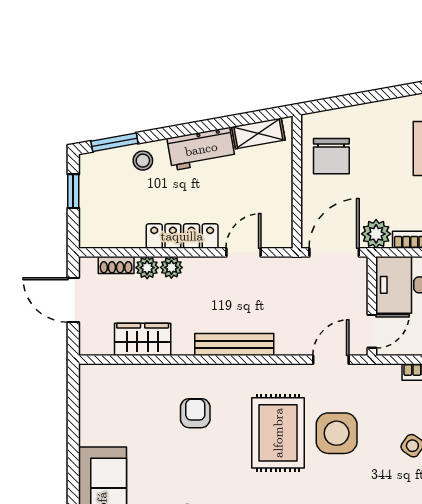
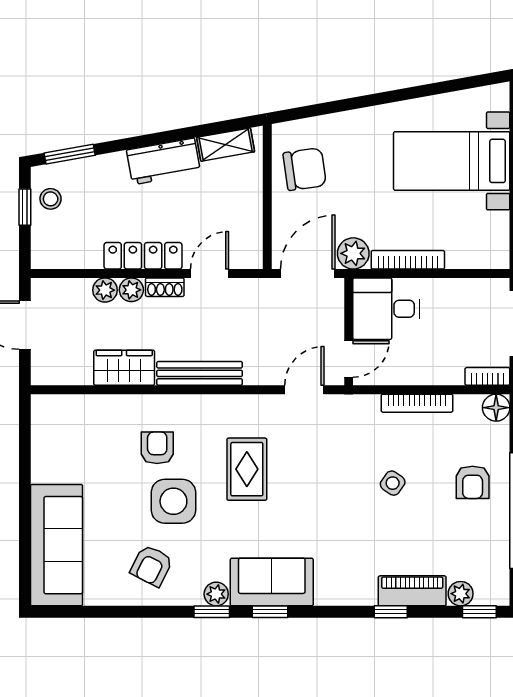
chair: (331, 156) -> (305, 169), turned -98
stool: (143, 161) -> (51, 199), moved
shoe rack: (116, 265) -> (165, 287), moved
wardrobe: (143, 339) -> (124, 368), moved
rug: (278, 433) -> (247, 469), width x0.73, depth x0.70
side table: (337, 433) -> (173, 501), moved

